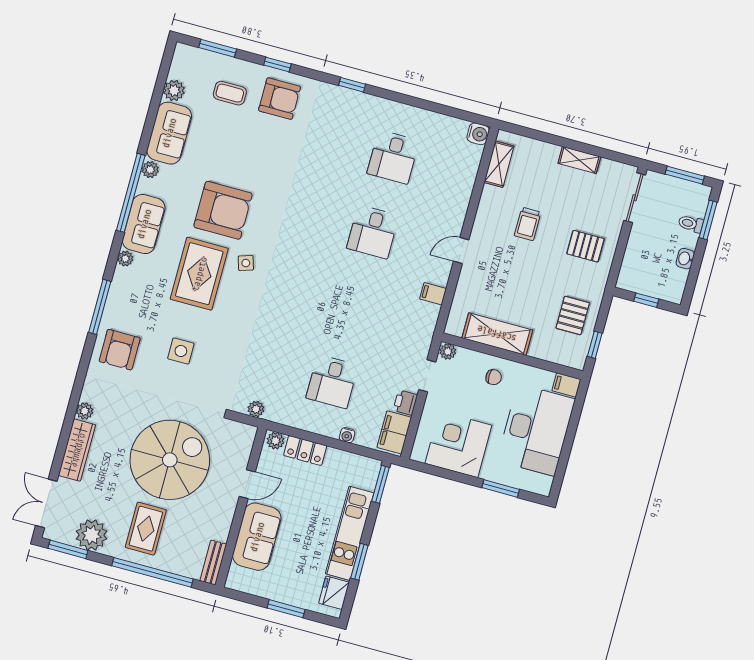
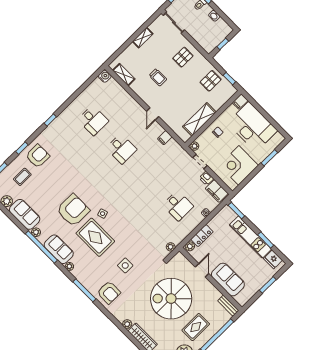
pallet: (573, 316) -> (211, 81), turned 90
spiral stairs: (170, 460) -> (171, 299), turned -90
rug: (146, 529) -> (196, 327), turned 90

